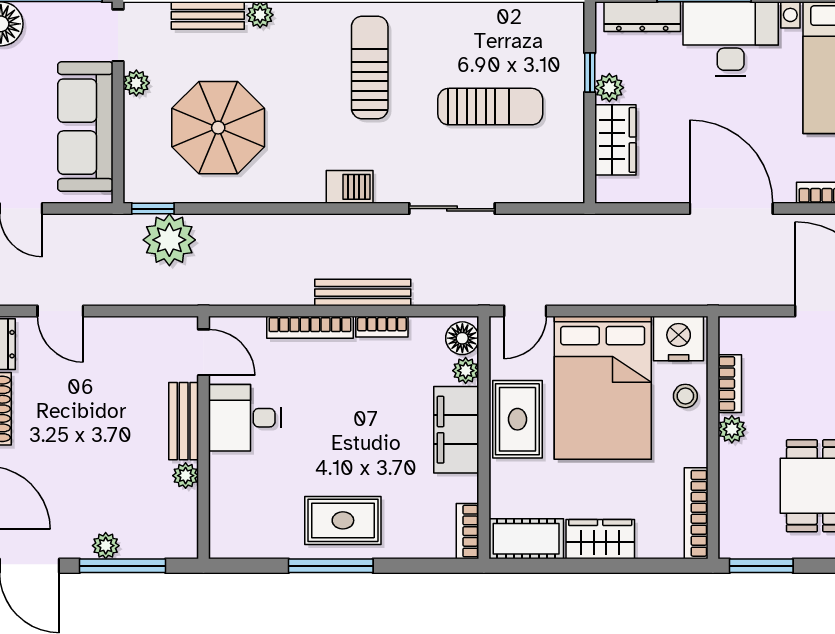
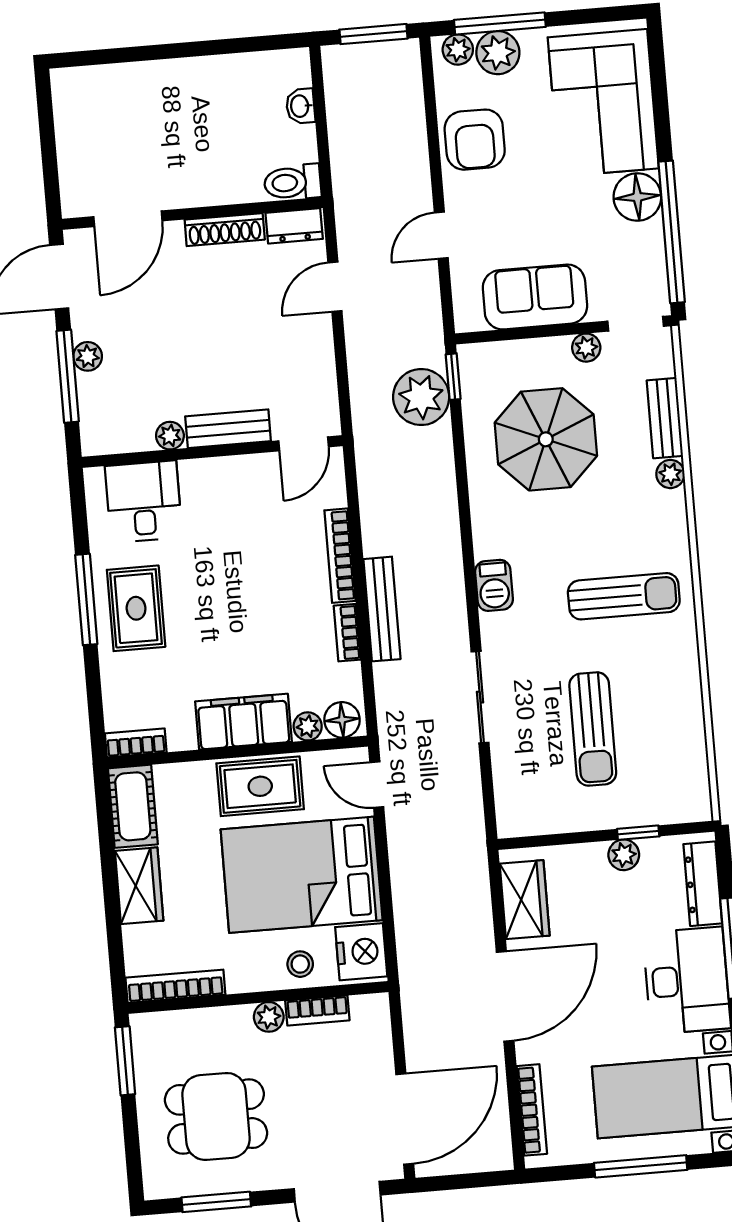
sofa: (85, 127) -> (535, 297), width x0.73
wardrobe: (615, 140) -> (525, 900), moved, turned -90
desk: (245, 418) -> (144, 502), moved

